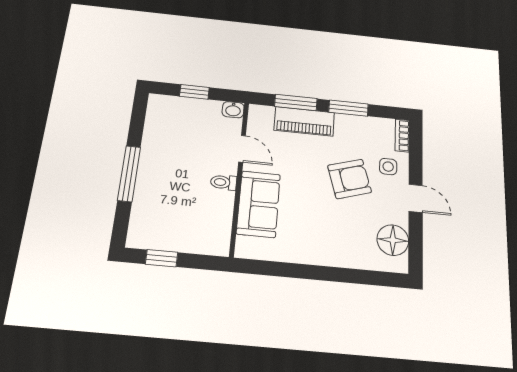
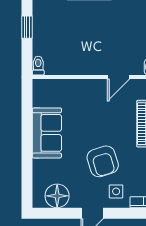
toilet: (224, 182) -> (38, 66), moved
sofa: (258, 204) -> (47, 133), moved, turned -90

